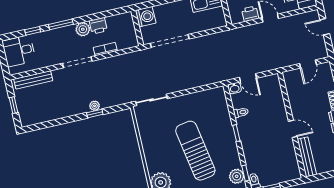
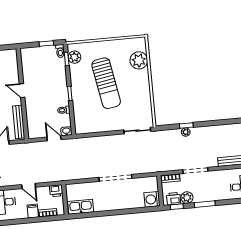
printer: (250, 14) -> (56, 191), moved
washing machine: (146, 17) -> (152, 199), moved
wall: (137, 28) -> (160, 191), moved
window: (33, 31) -> (177, 207), moved
bench: (307, 157) -> (19, 122), moved

